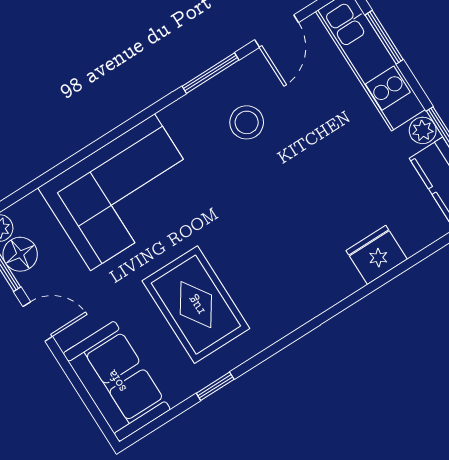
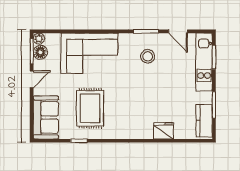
door: (277, 31) -> (178, 31), hinge flipped
plant: (423, 130) -> (207, 98), removed
door: (38, 321) -> (32, 79), hinge flipped

